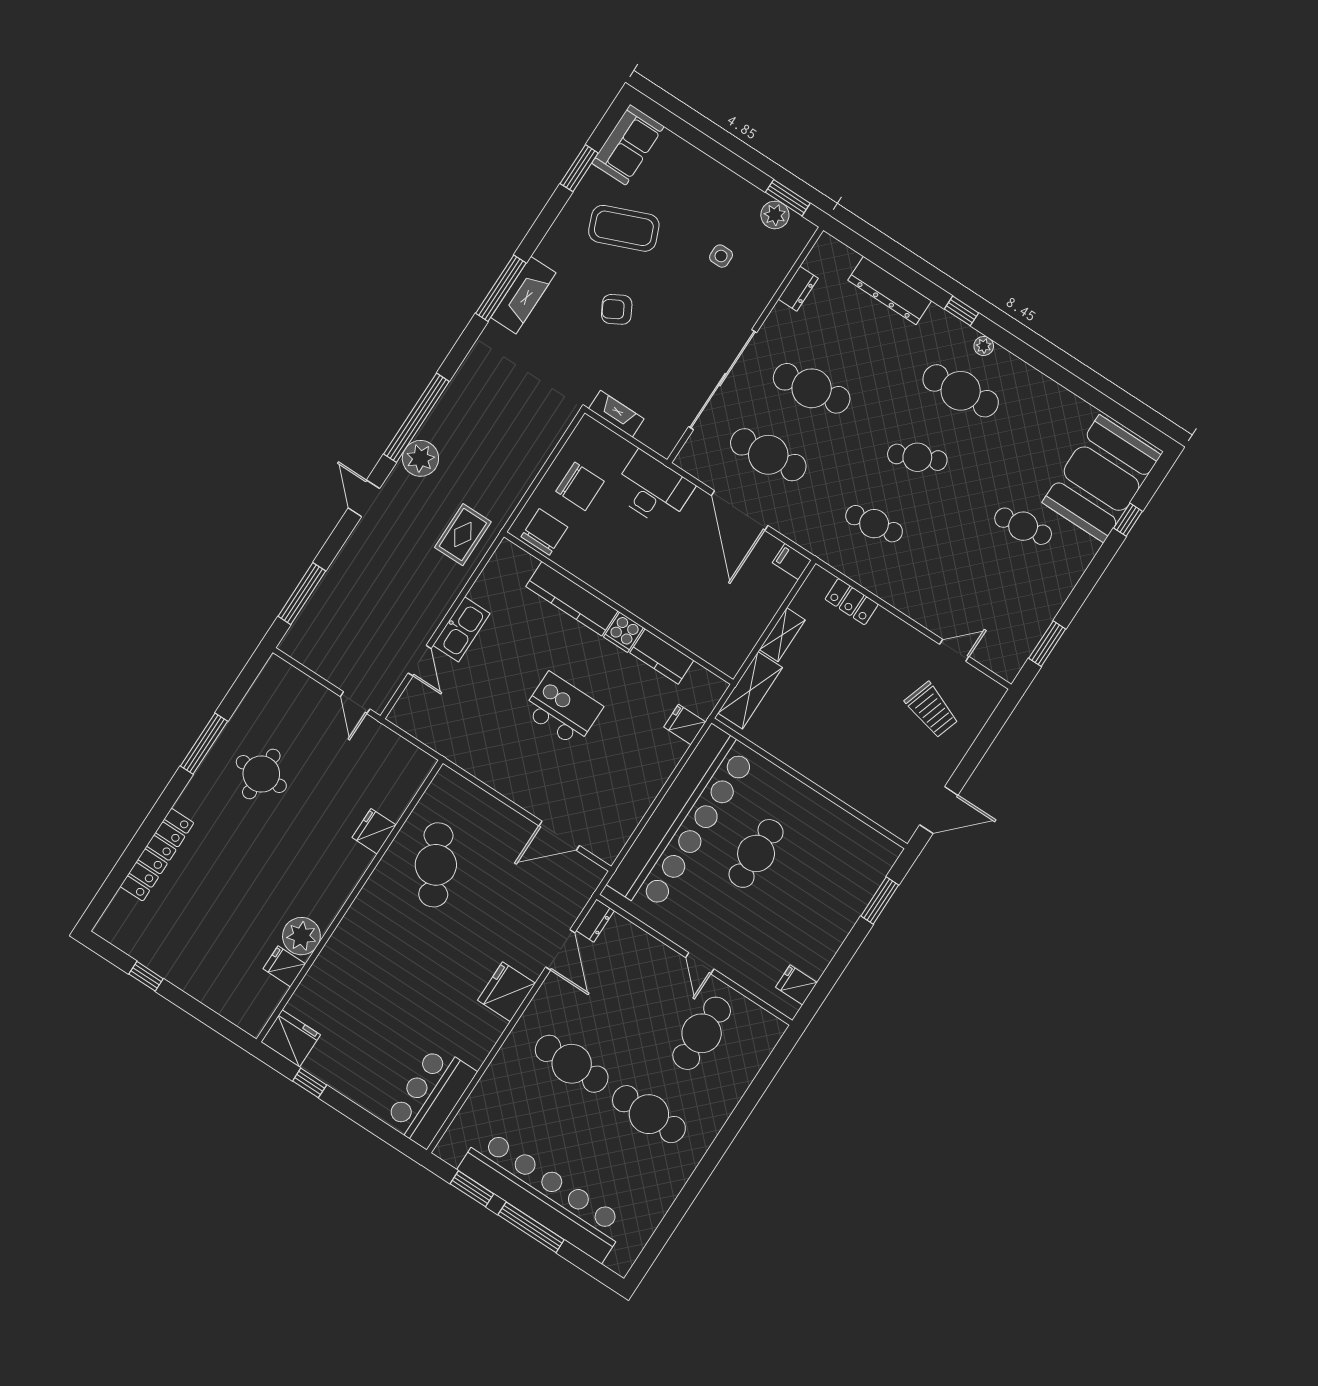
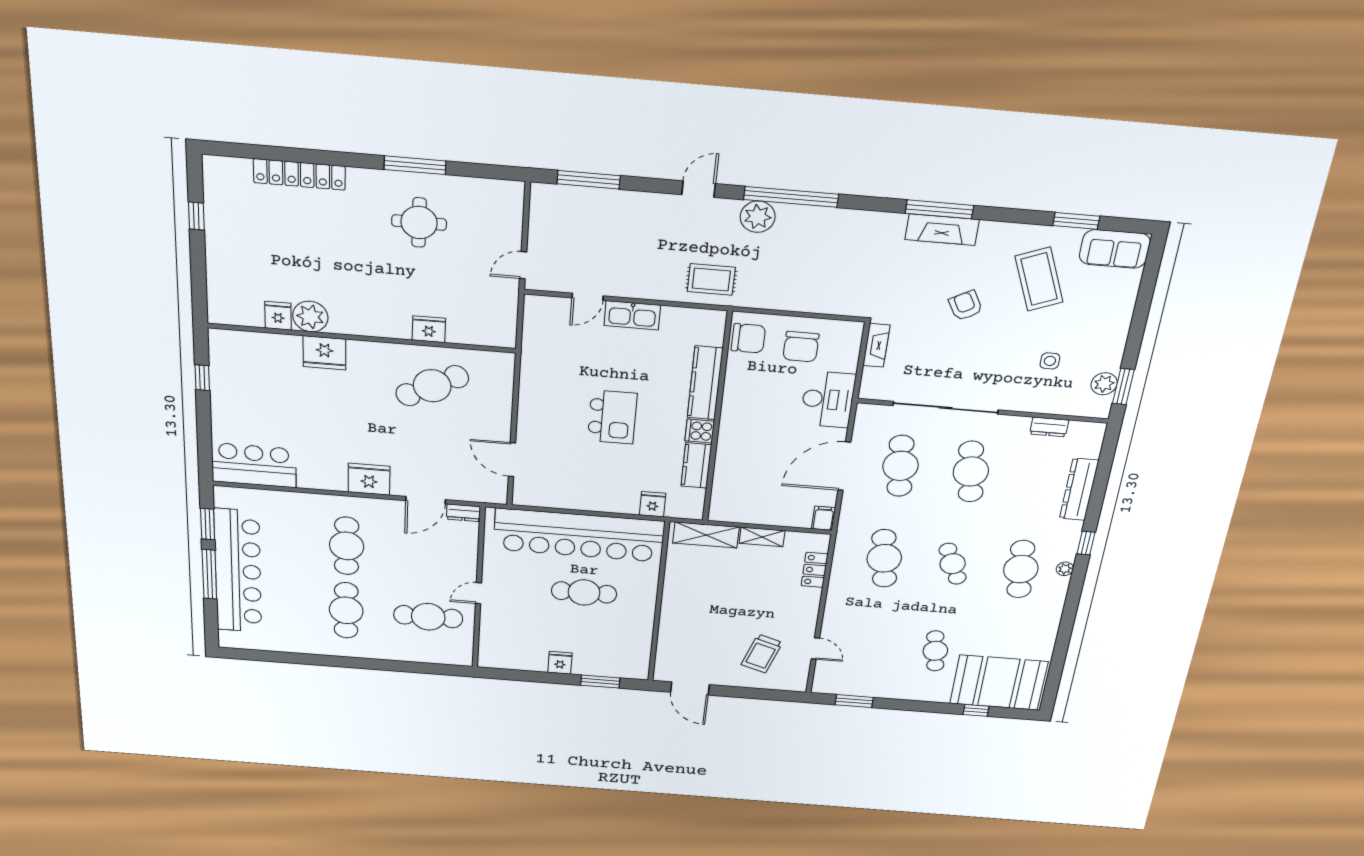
cafe table: (874, 524) -> (884, 558), width x1.37, depth x1.35
fridge: (796, 985) -> (560, 663), moved
fridge: (291, 1038) -> (324, 353), moved, turned 90

